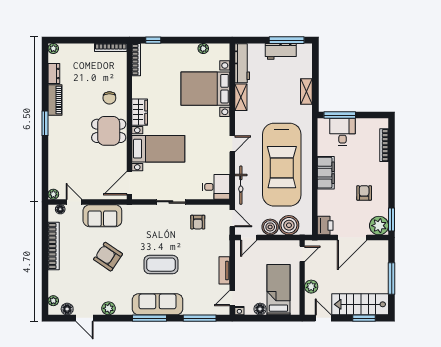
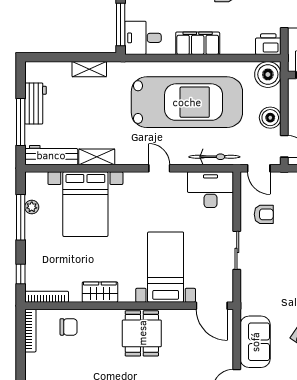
window: (196, 40) -> (21, 217), added
window: (287, 40) -> (21, 122), moved
chair: (109, 98) -> (69, 327), moved
wardrobe: (140, 112) -> (100, 292), moved
desk: (342, 132) -> (143, 38), moved
desk: (216, 187) -> (211, 190), width x1.37
door: (232, 218) -> (259, 168), swing flipped
boiler: (289, 225) -> (268, 74), moved

